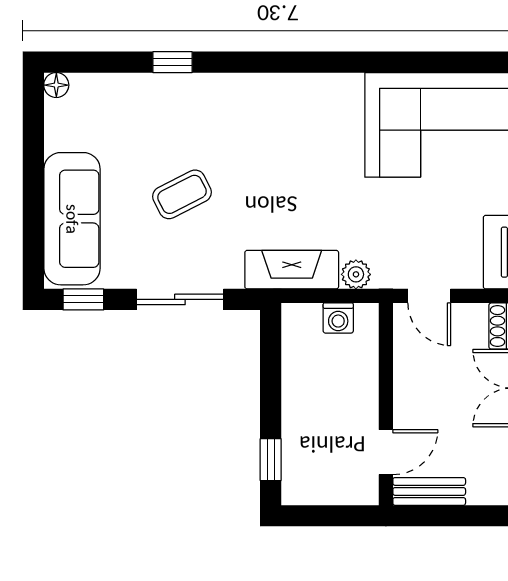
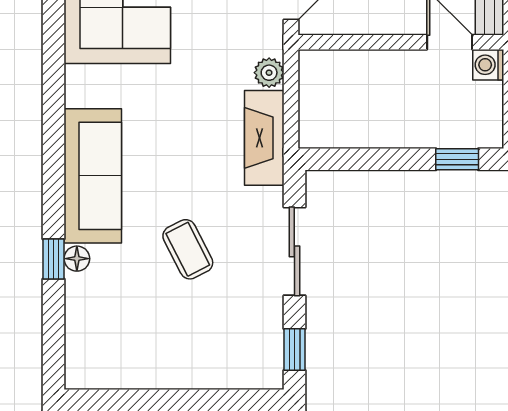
floor lamp: (56, 85) -> (77, 259), moved
sofa: (72, 219) -> (93, 176), moved, turned 90
washing machine: (338, 318) -> (488, 65), moved, turned 180

